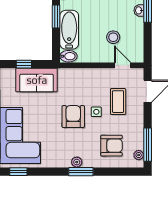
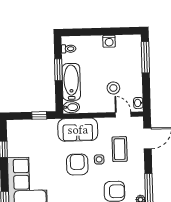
washbasin: (139, 10) -> (138, 103), moved
window: (24, 64) -> (39, 115), moved
sofa: (37, 80) -> (78, 130), moved

